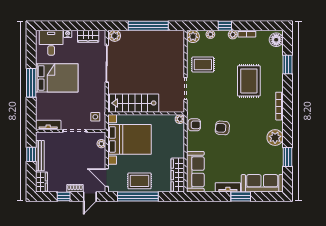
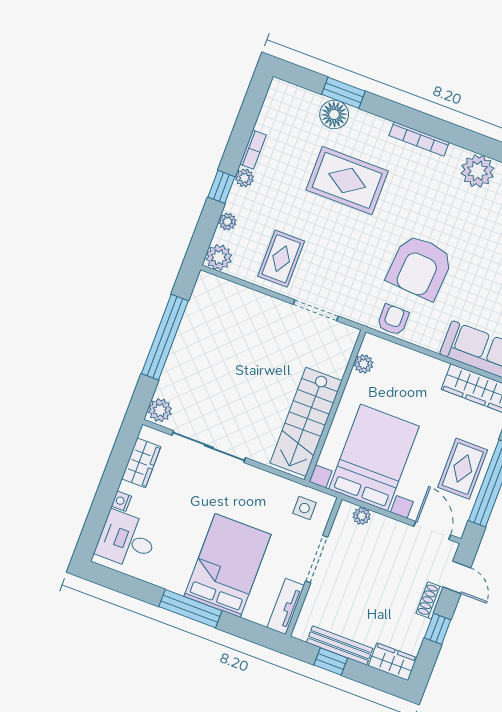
floor lamp: (276, 40) -> (334, 114), moved
bed: (57, 78) -> (228, 565), moved
plant: (180, 119) -> (364, 364), moved
armchair: (222, 128) -> (420, 267), width x1.88, depth x1.88
door: (107, 178) -> (432, 531), swing flipped

